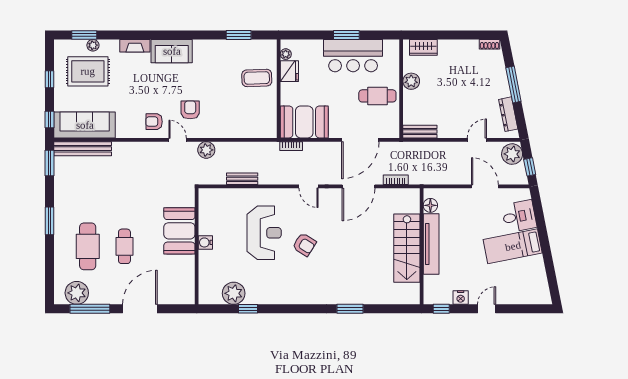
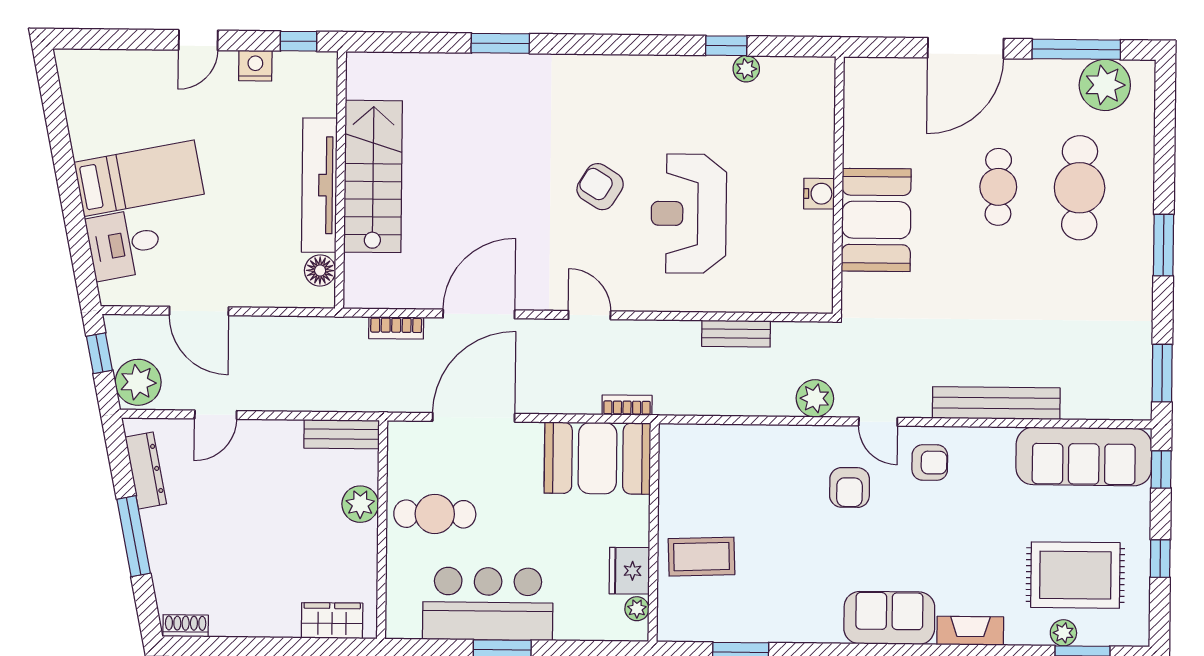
plant: (411, 81) -> (360, 504), moved
bench: (83, 149) -> (996, 403), moved
plant: (234, 293) -> (746, 69), width x0.53, depth x0.53

